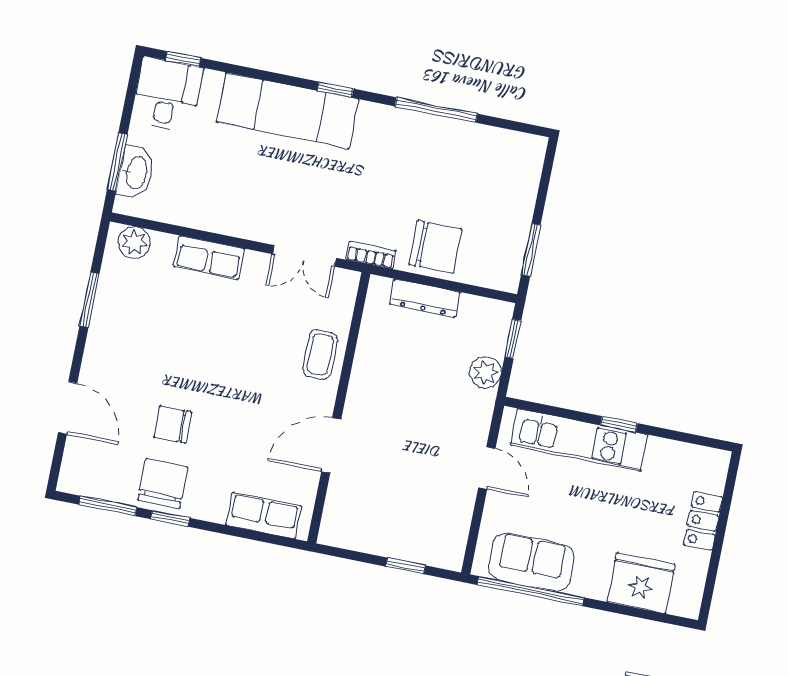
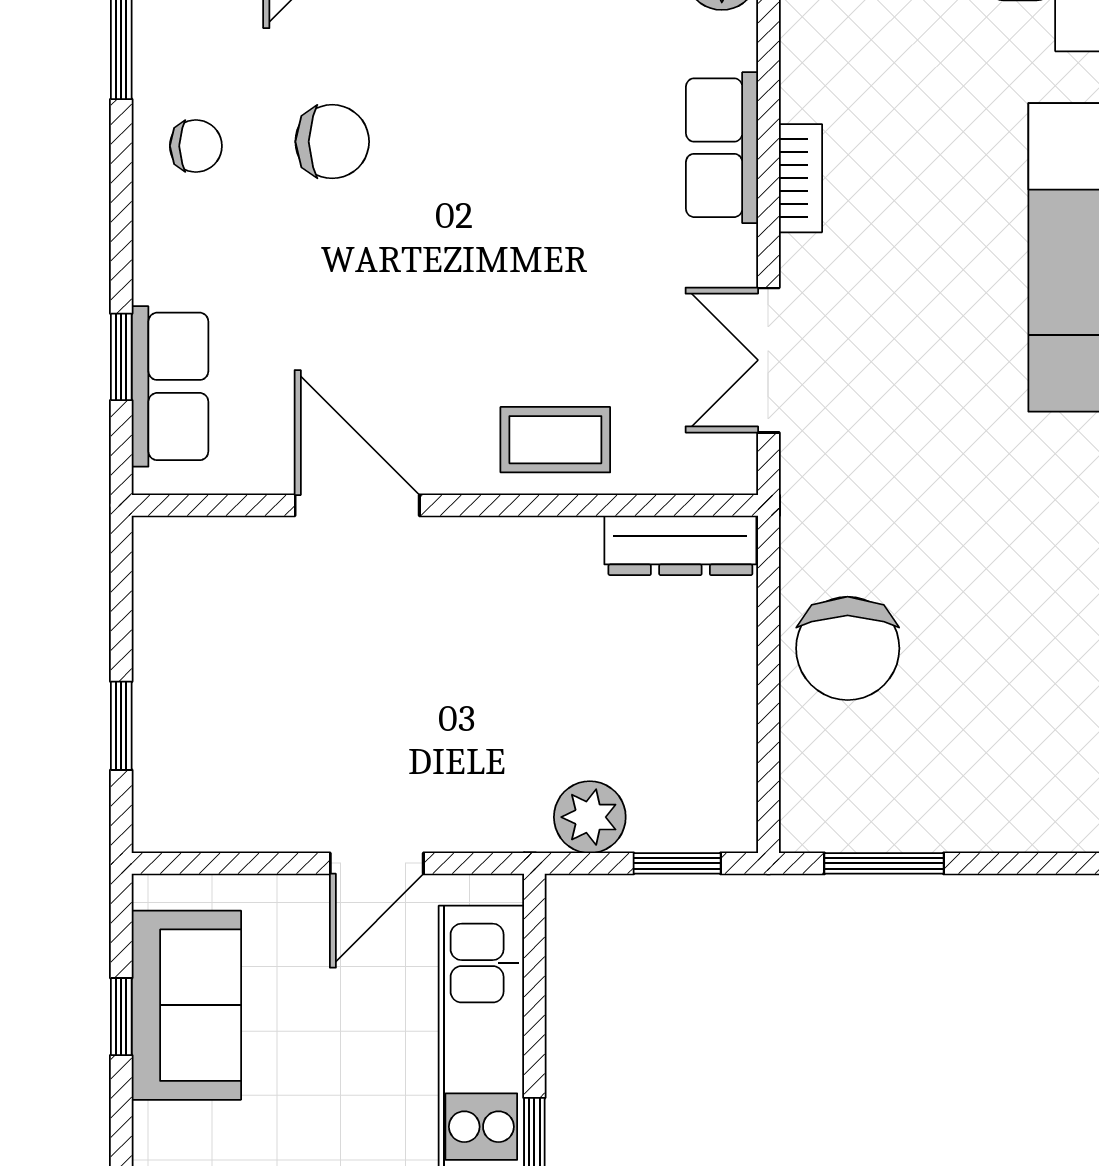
bookcase: (371, 255) -> (800, 178), moved
dresser: (425, 298) -> (680, 545), moved, turned -90
chair: (173, 425) -> (332, 142), turned 90
chair: (163, 484) -> (196, 146), width x0.54, depth x0.54
window: (170, 518) -> (121, 357), moved
window: (531, 591) -> (121, 1017), width x0.32

